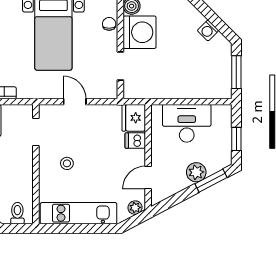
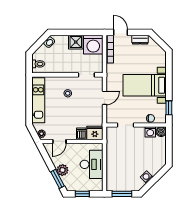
washing machine: (140, 32) -> (150, 132), width x0.53, depth x0.53
door: (148, 178) -> (59, 141), swing flipped

